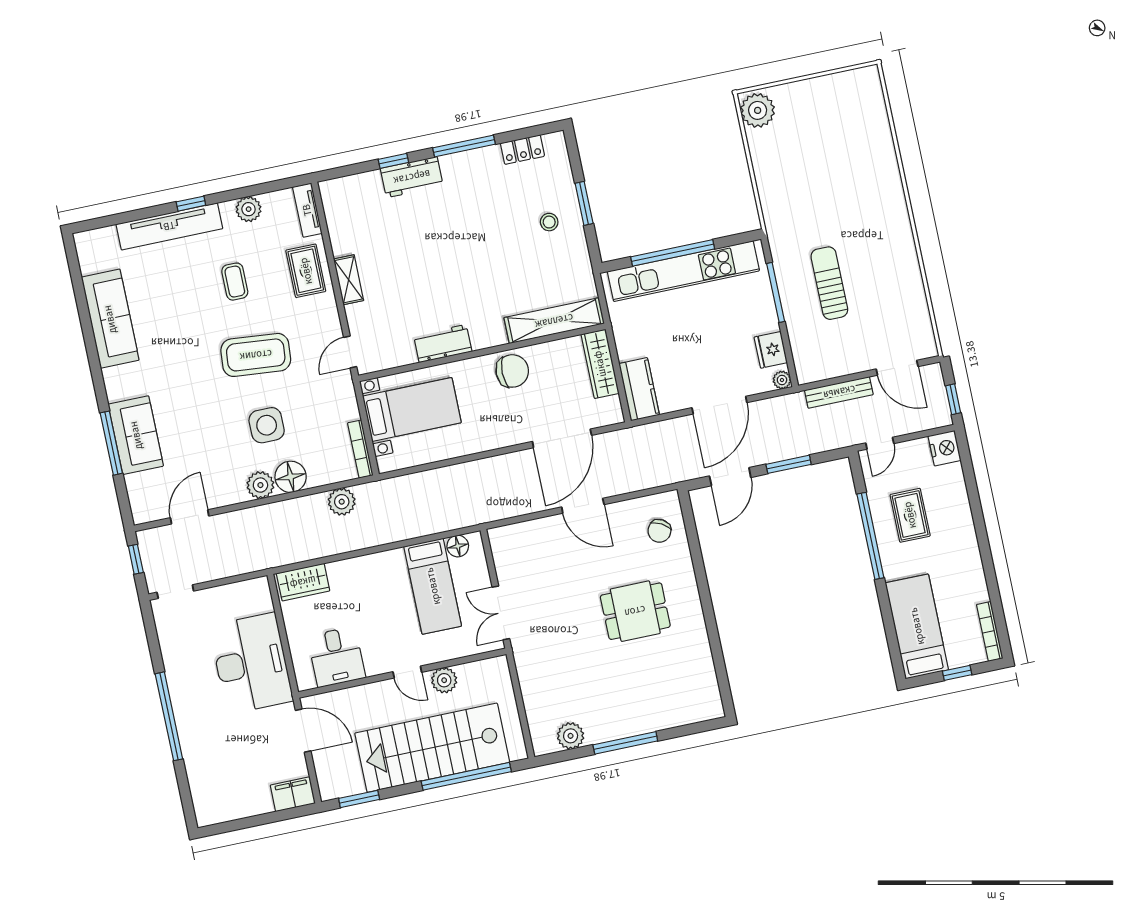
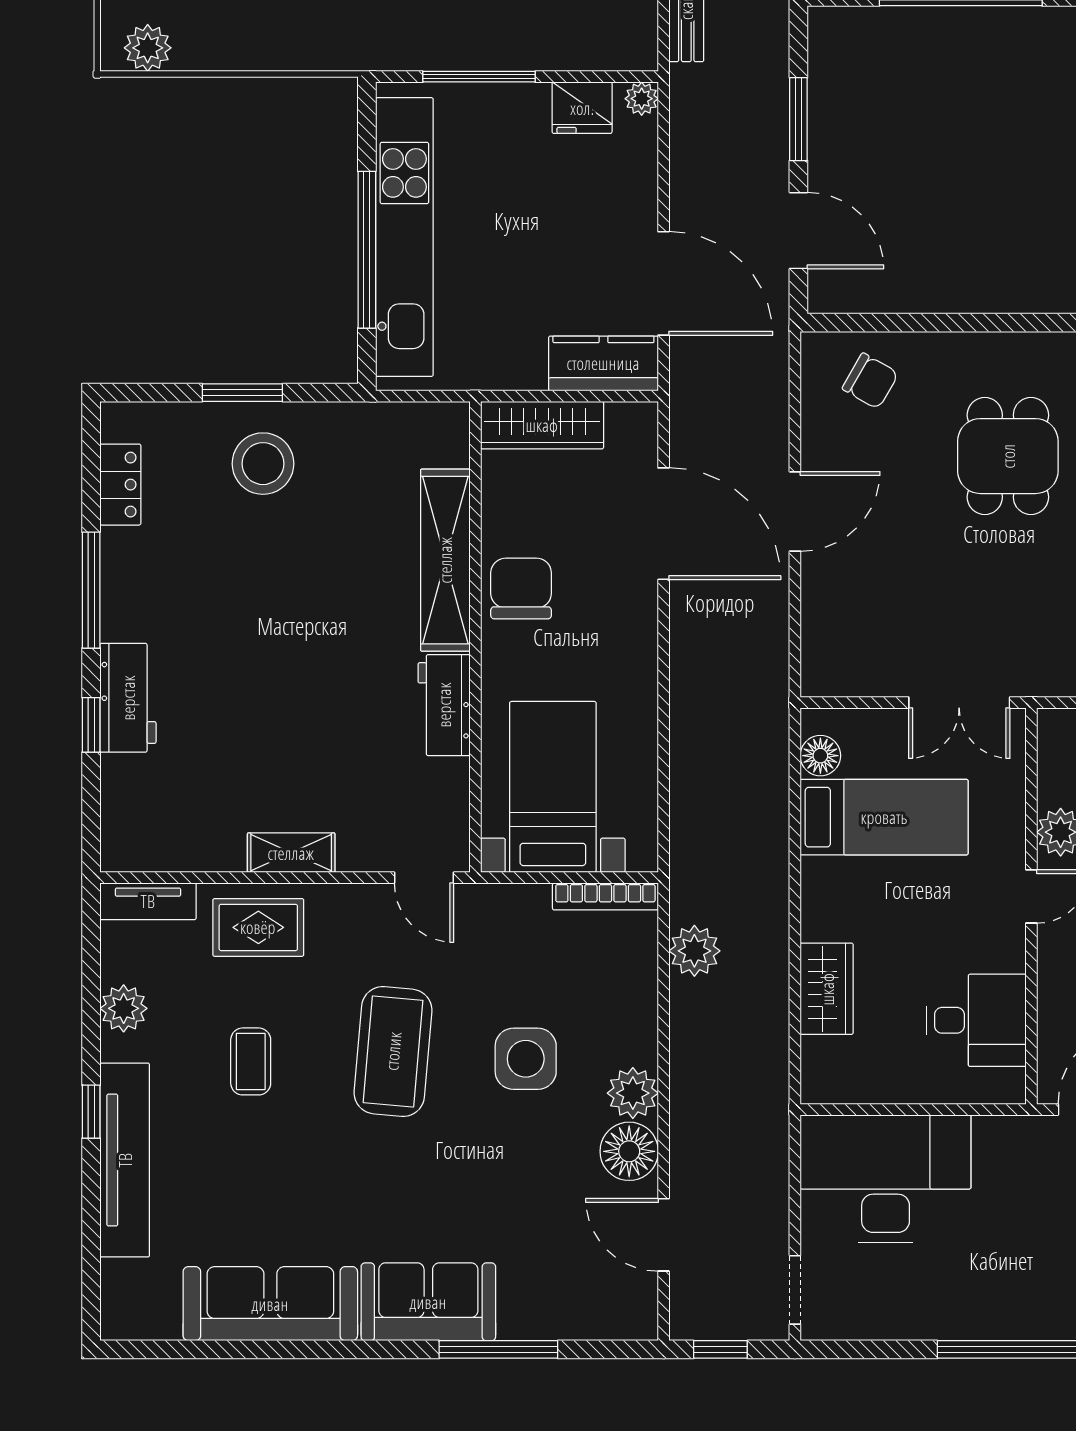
plant: (758, 110) -> (148, 48), width x0.73, depth x0.73
stool: (549, 222) -> (263, 464), width x1.89, depth x1.89
coffee table: (235, 282) -> (251, 1061), turned 90
shelving: (554, 321) -> (445, 560), moved
door: (719, 405) -> (664, 283), moved
sofa: (136, 435) -> (428, 1302), moved
floor lamp: (291, 477) -> (629, 1151), moved
wardrobe: (303, 582) -> (827, 989), moved
desk: (251, 663) -> (886, 1179), moved

